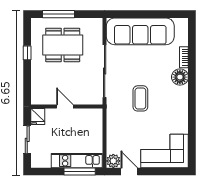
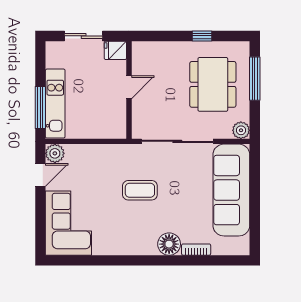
plant: (96, 24) -> (241, 130), added

